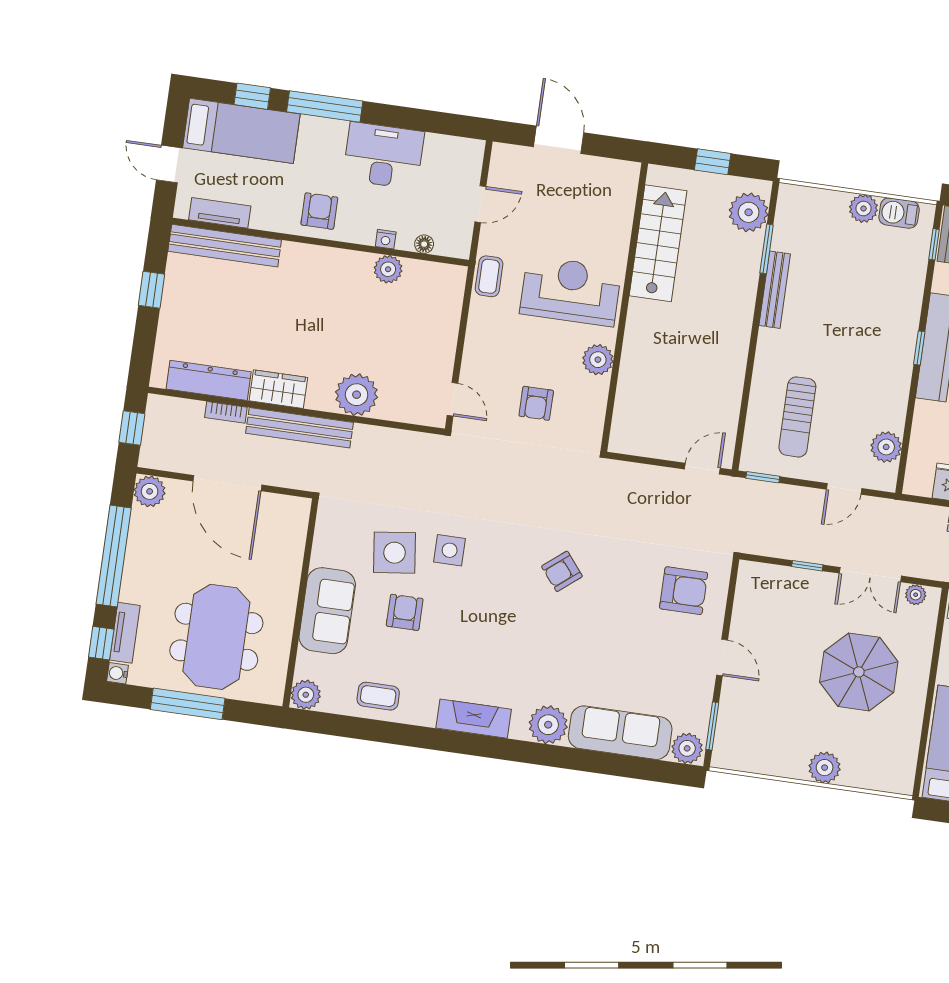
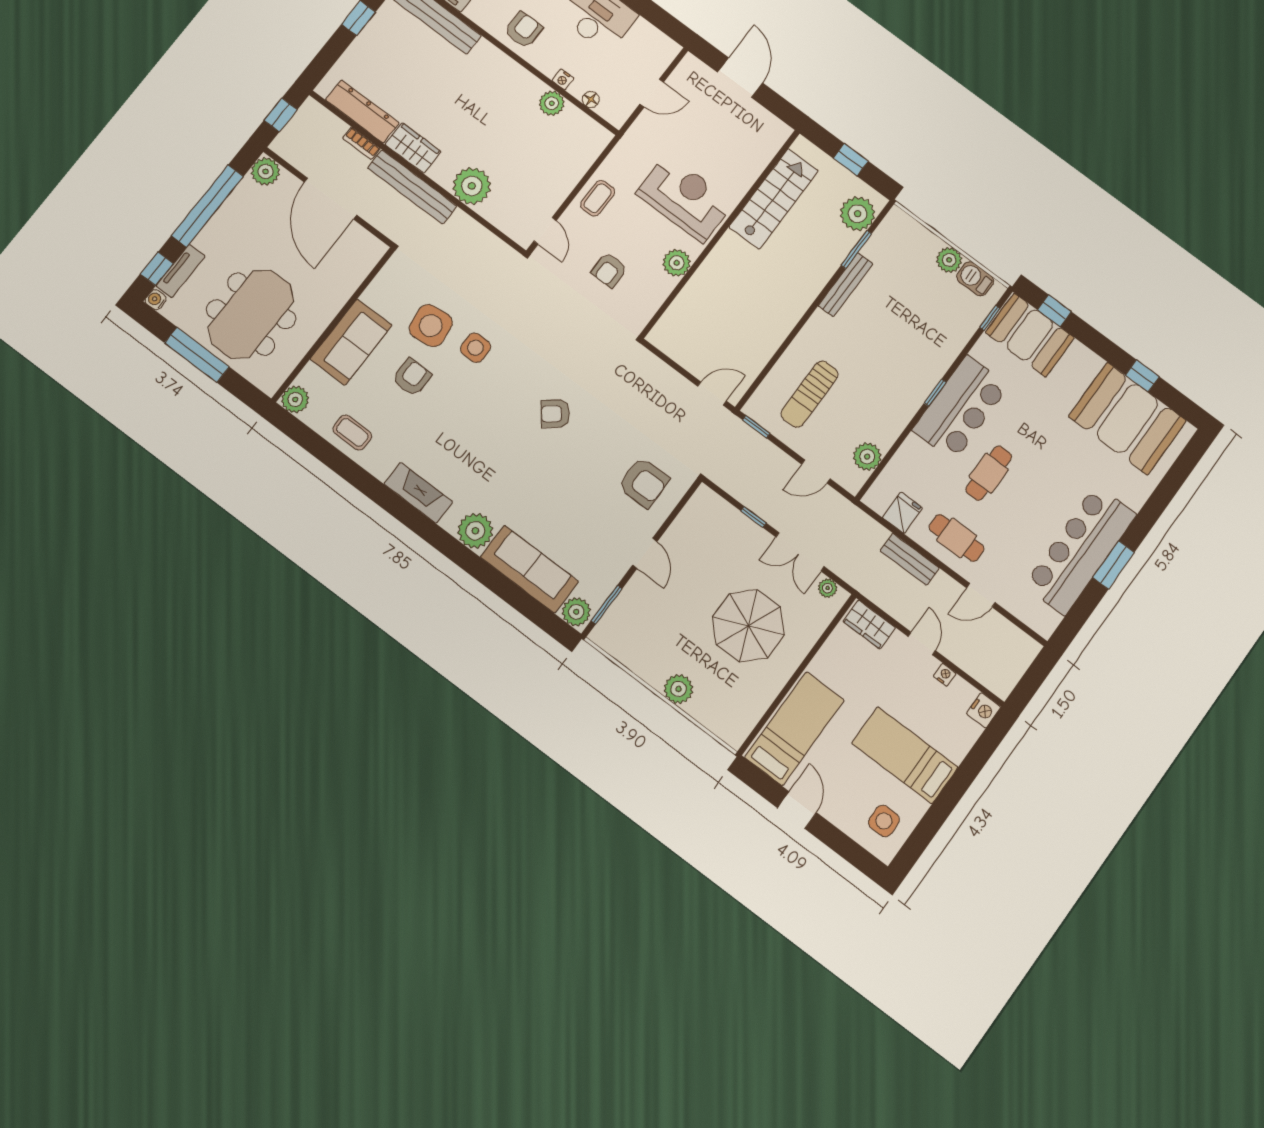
coffee table: (489, 276) -> (598, 198), moved

